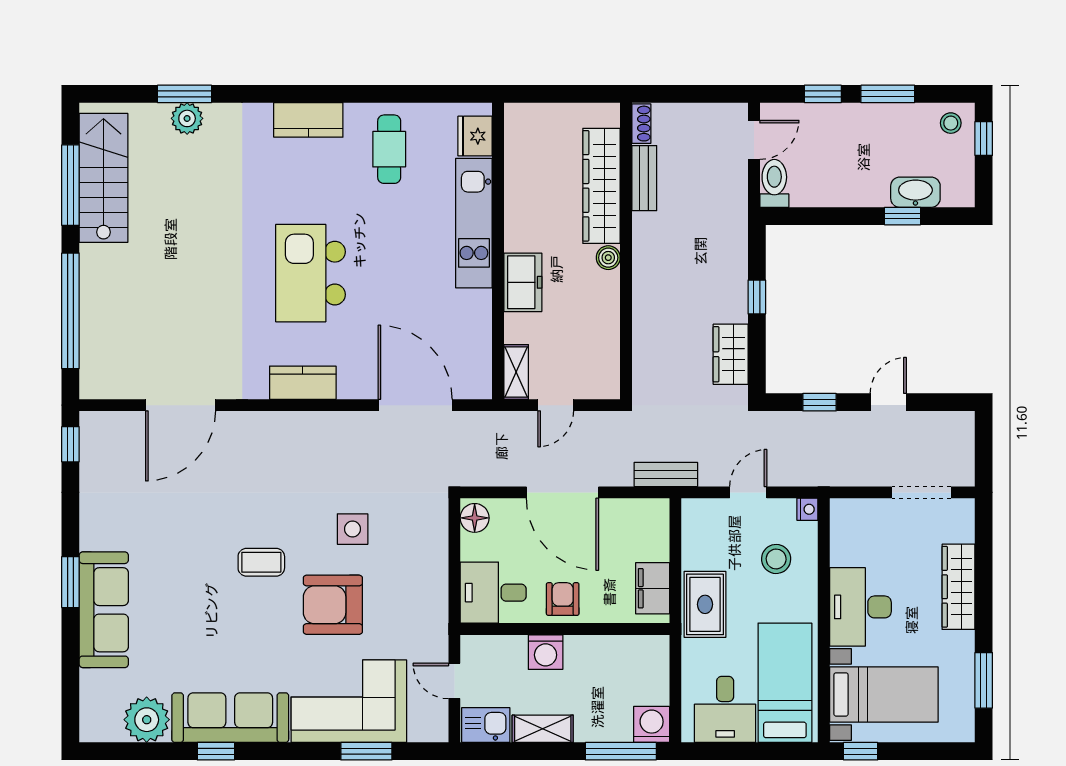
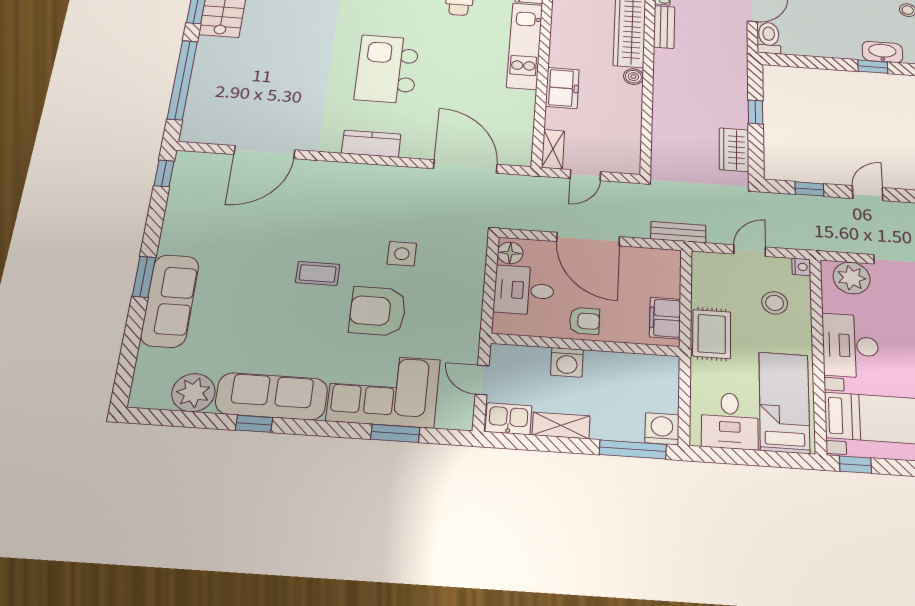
plant: (865, 519) -> (852, 278), added
desk: (493, 593) -> (524, 290), moved
armchair: (563, 599) -> (584, 321), turned 90

